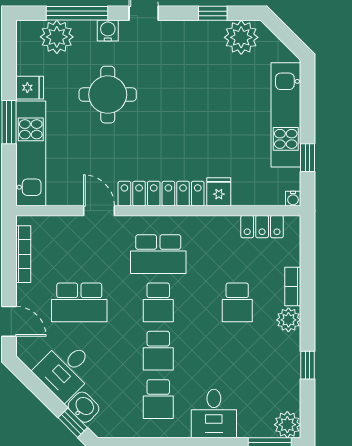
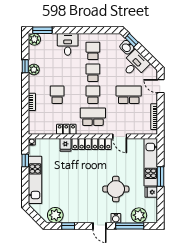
locker: (262, 227) -> (66, 129), moved
plant: (288, 320) -> (34, 70), moved

